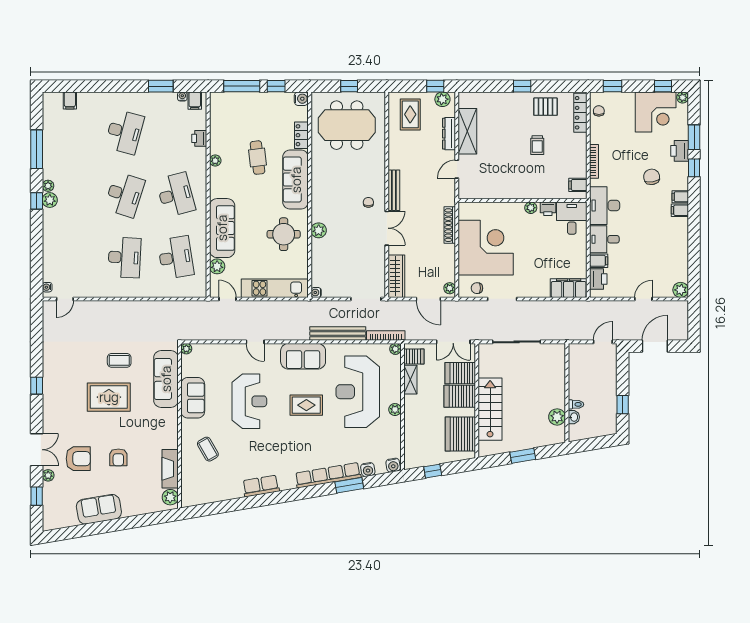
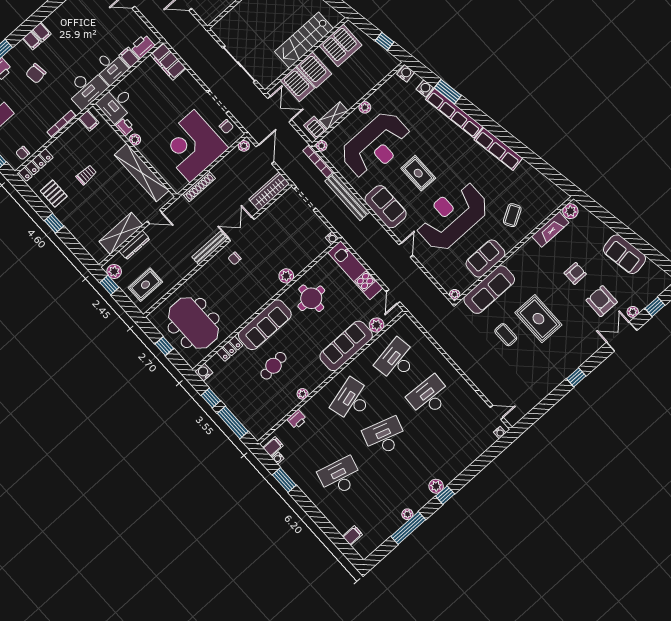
plant: (48, 186) -> (407, 514), moved
shelving: (500, 190) -> (142, 173), added
reception desk: (249, 401) -> (452, 216), width x1.36, depth x1.30
row of seats: (261, 486) -> (498, 149), width x1.48

